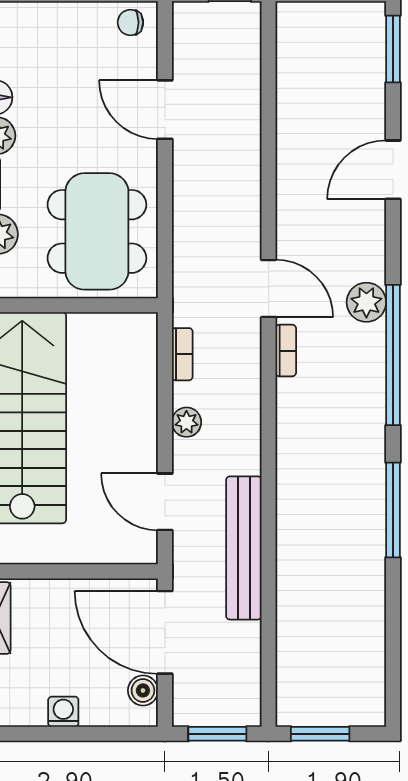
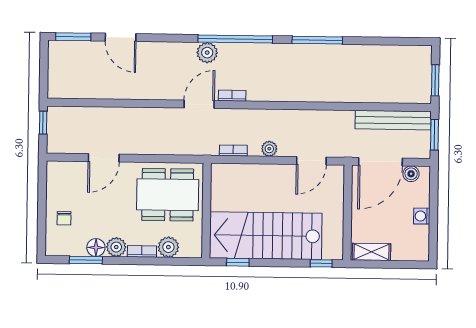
chair: (130, 22) -> (64, 218), moved
door: (393, 170) -> (121, 37), moved
bench: (244, 548) -> (393, 120), moved

